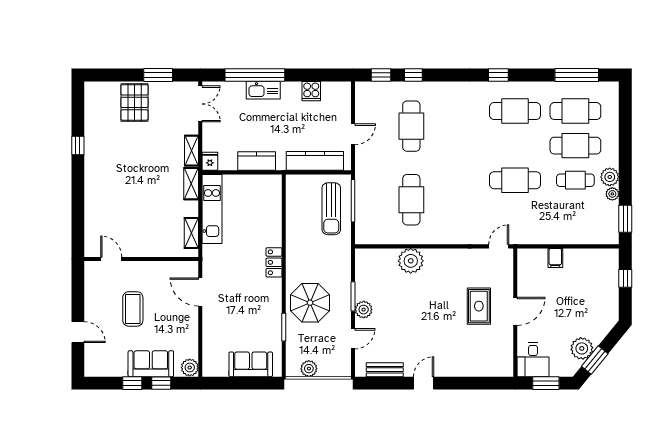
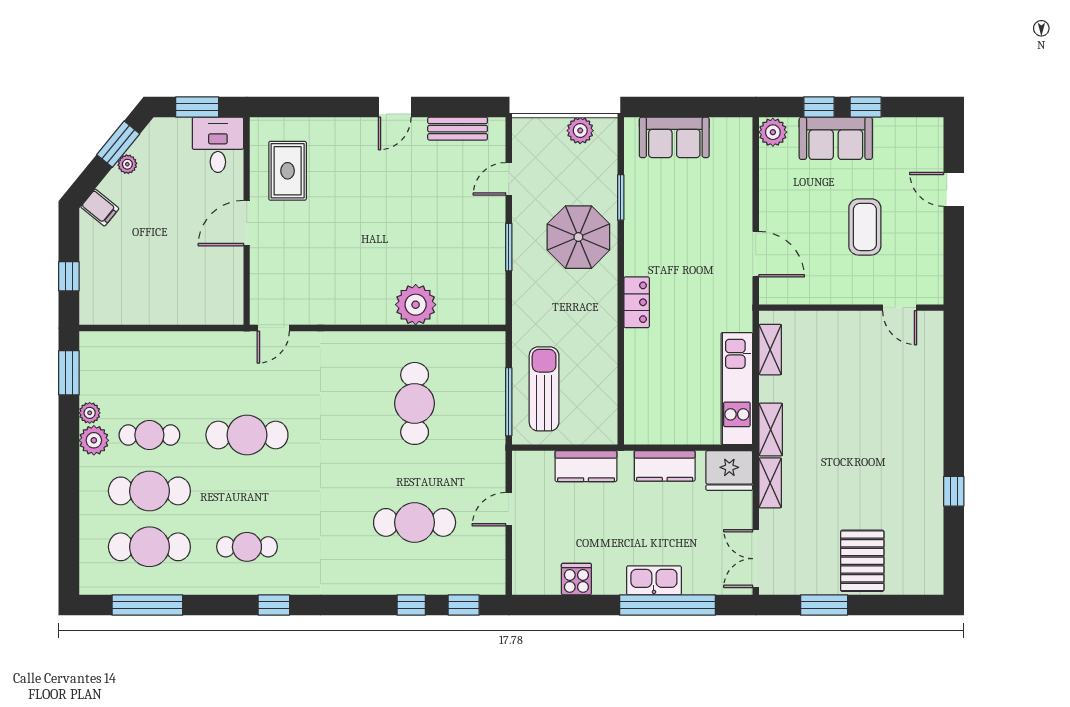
cafe table: (515, 111) -> (247, 547), width x0.73, depth x0.74
cafe table: (411, 126) -> (415, 522), turned 90
fridge: (210, 161) -> (729, 471), width x1.88, depth x1.34
kitchen counter: (315, 161) -> (586, 466), width x0.67
filing cabinet: (555, 258) -> (100, 208), moved, turned 129
rug: (479, 306) -> (288, 171), moved
plant: (364, 310) -> (492, 226), removed
plant: (582, 348) -> (127, 164), width x0.53, depth x0.53

